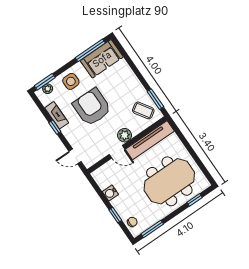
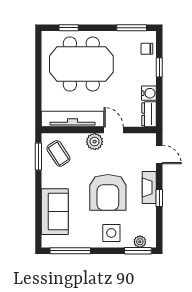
sofa: (102, 59) -> (55, 212), moved, turned 90
fireplace: (57, 115) -> (149, 188), moved
dresser: (100, 179) -> (149, 114), added

